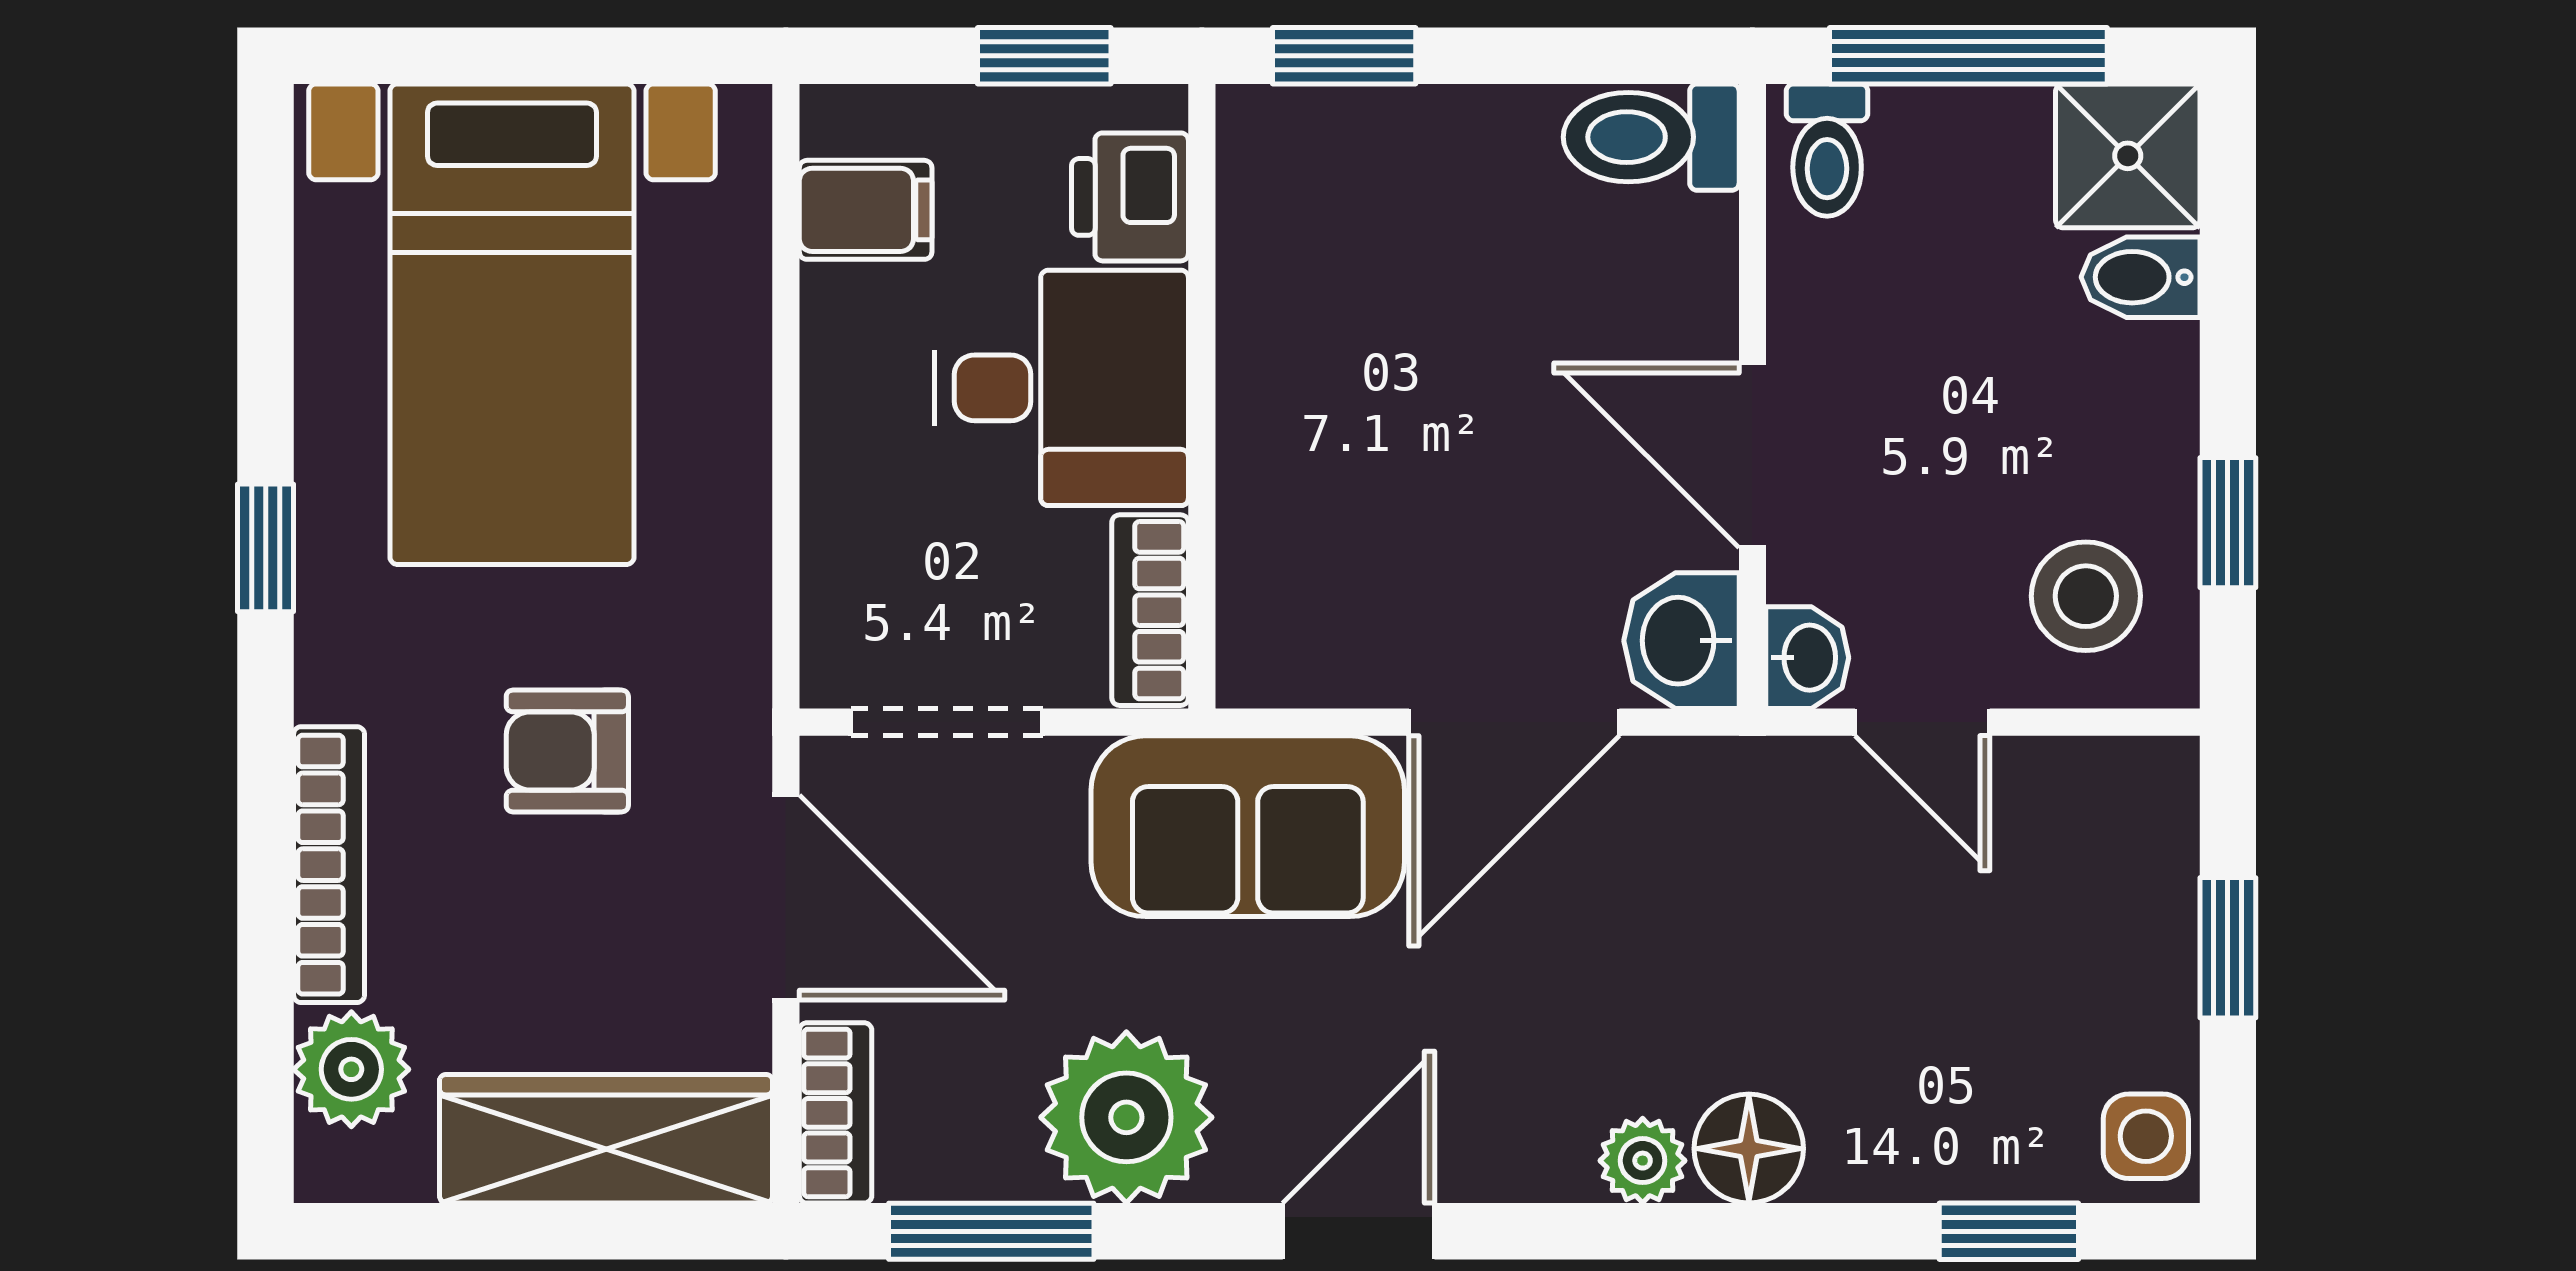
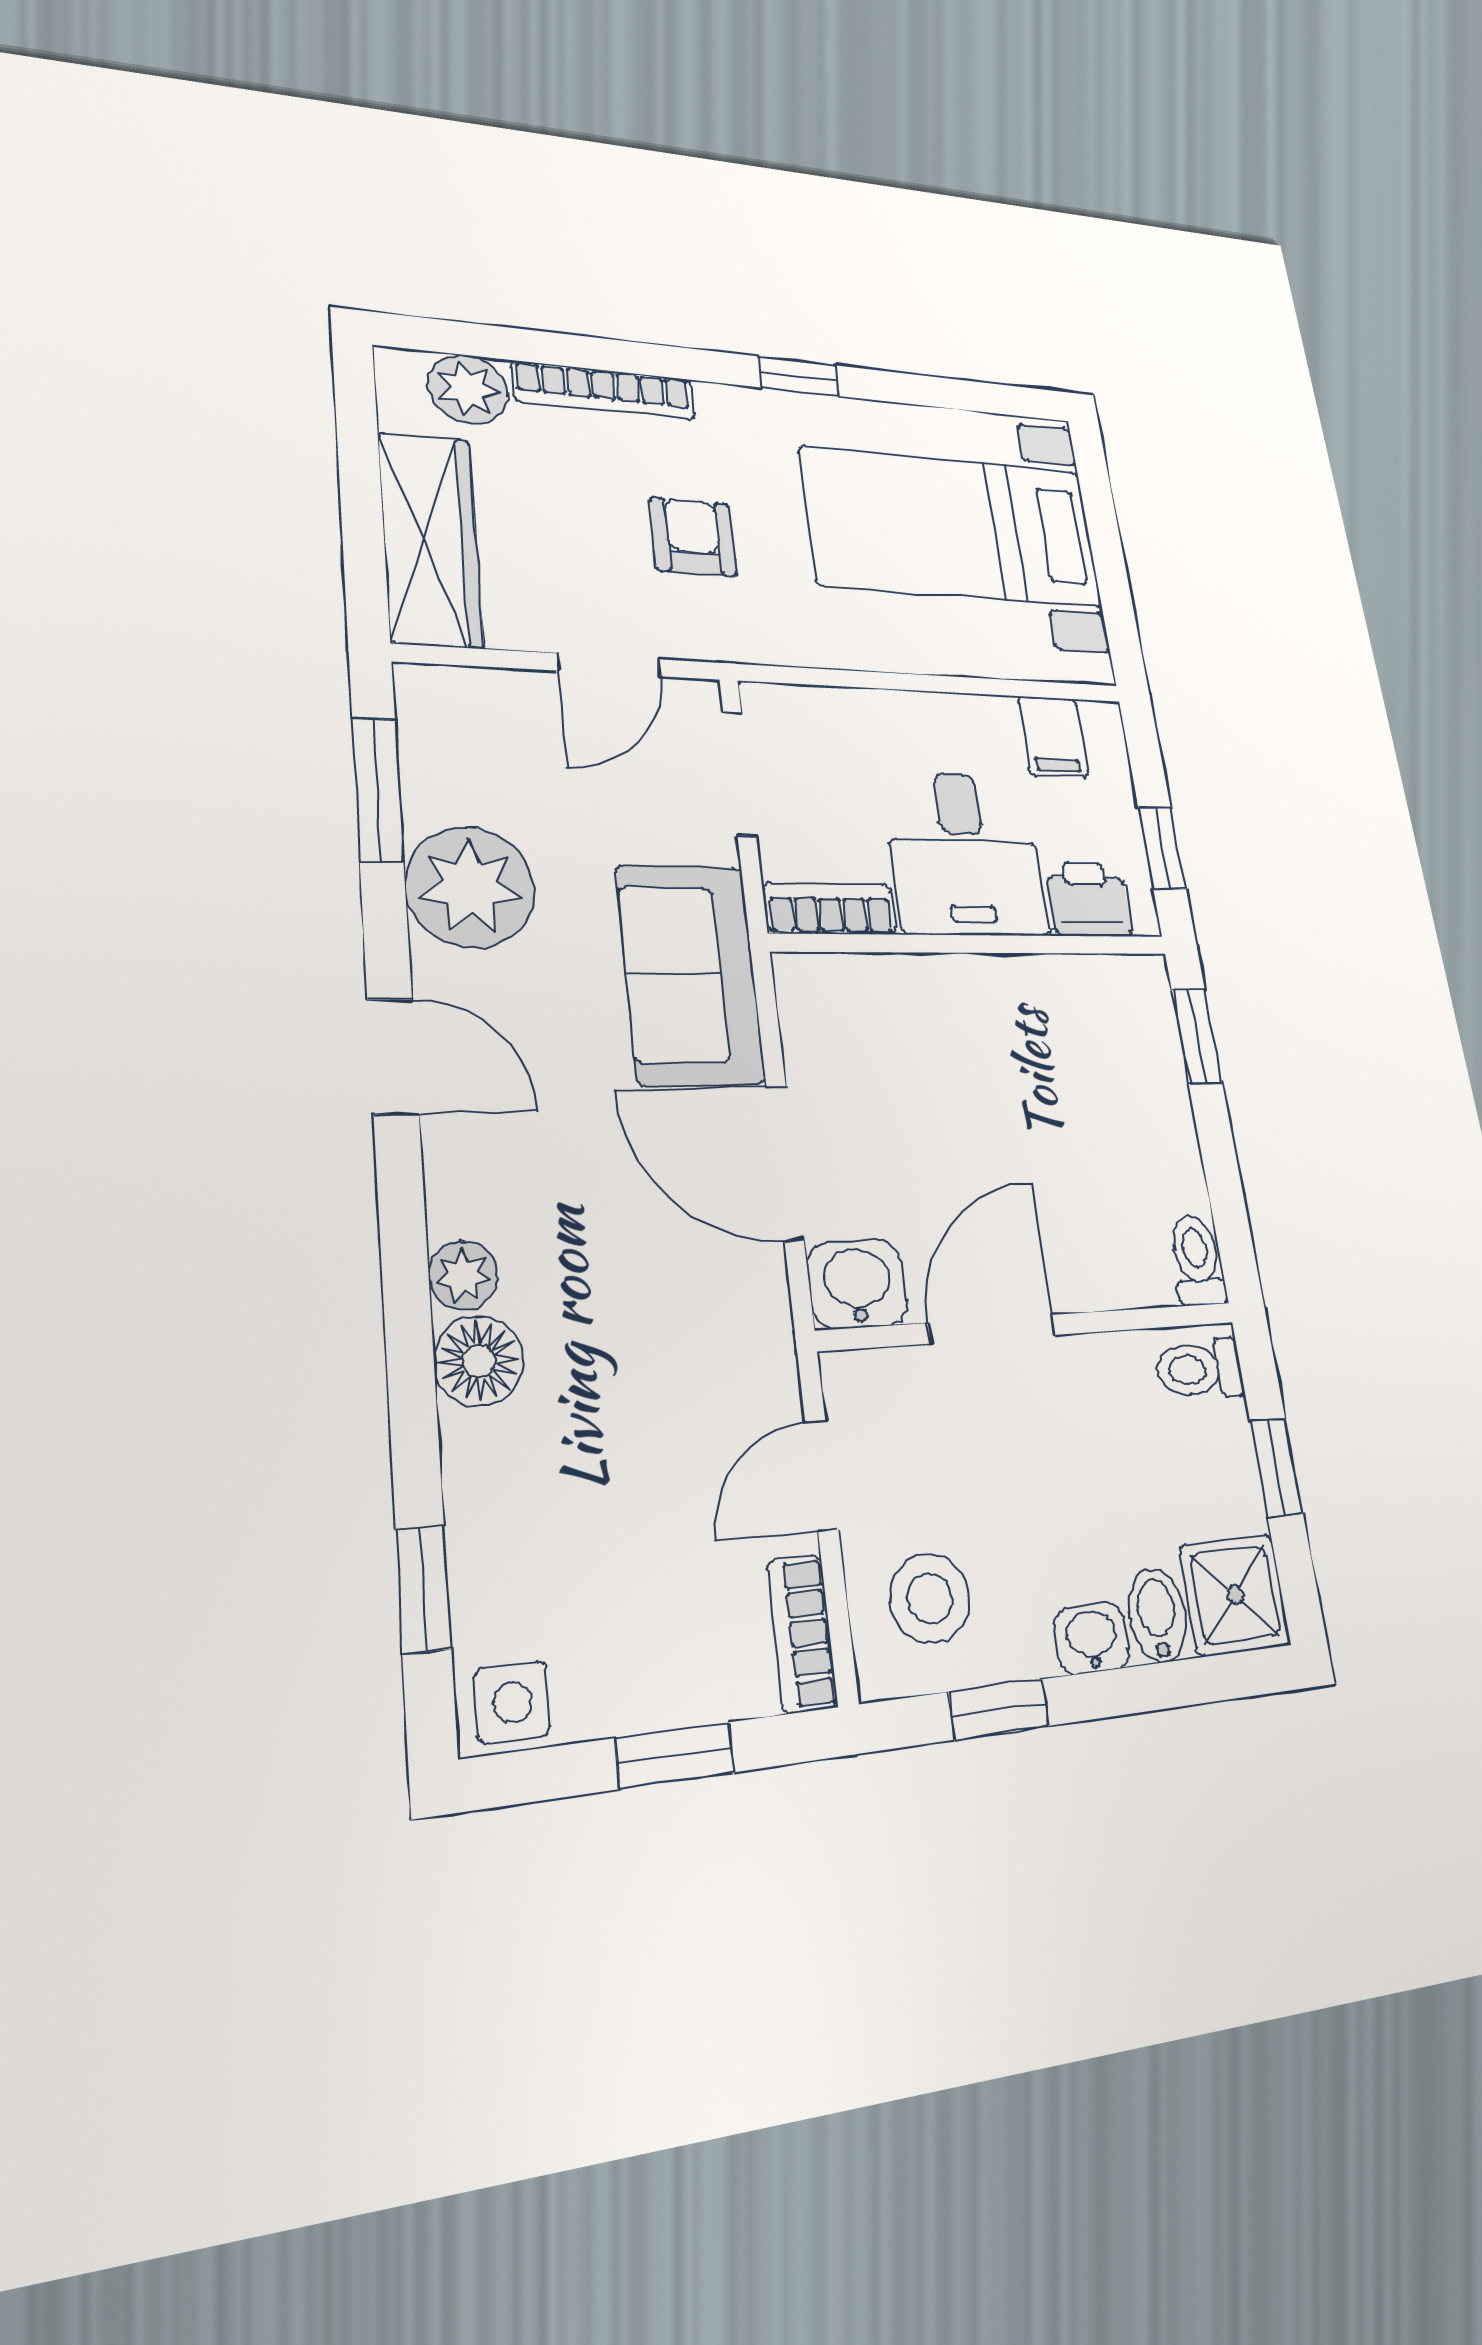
window: (1968, 56) -> (1276, 1467), width x0.46
toilet: (1651, 137) -> (1197, 1260), width x0.73, depth x0.72
washbasin: (1807, 658) -> (1092, 1638), moved, turned 180
door: (786, 898) -> (609, 665), width x0.73
bookcase: (836, 1113) -> (802, 1634), moved, turned 90

